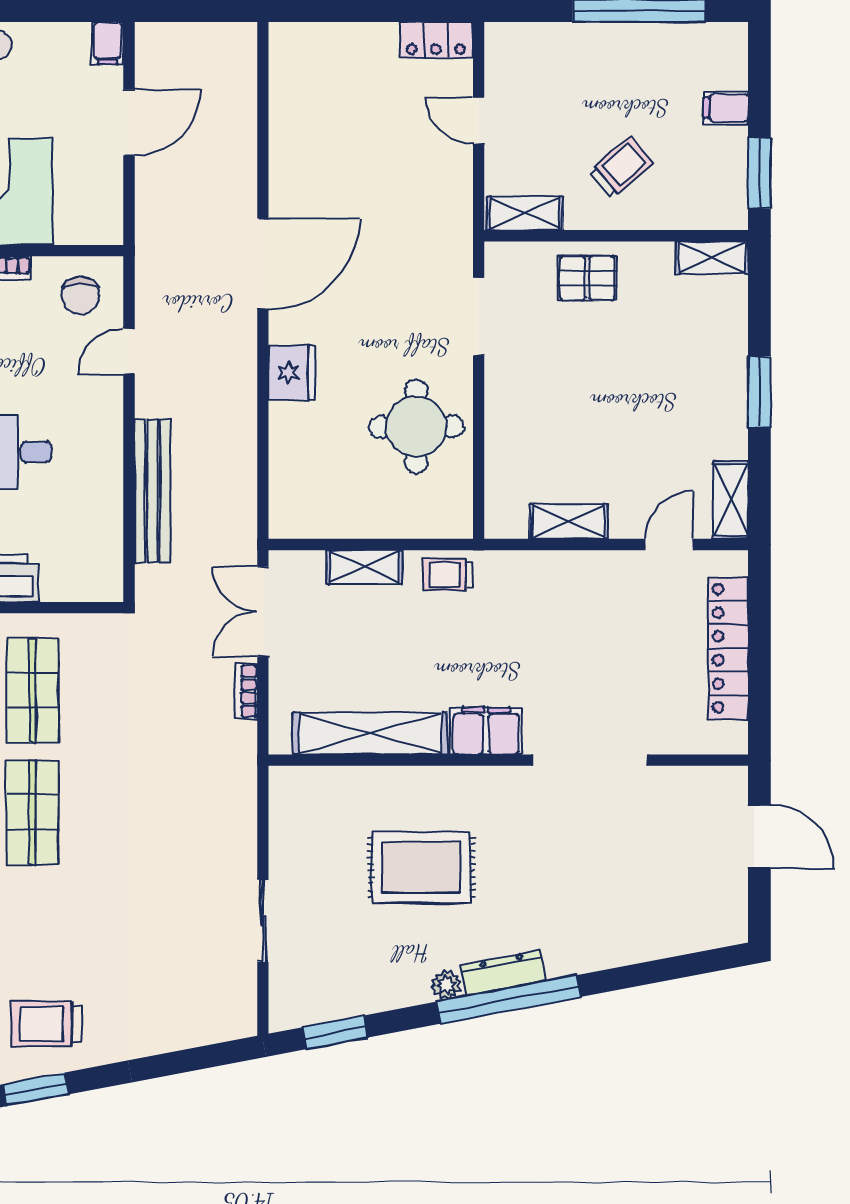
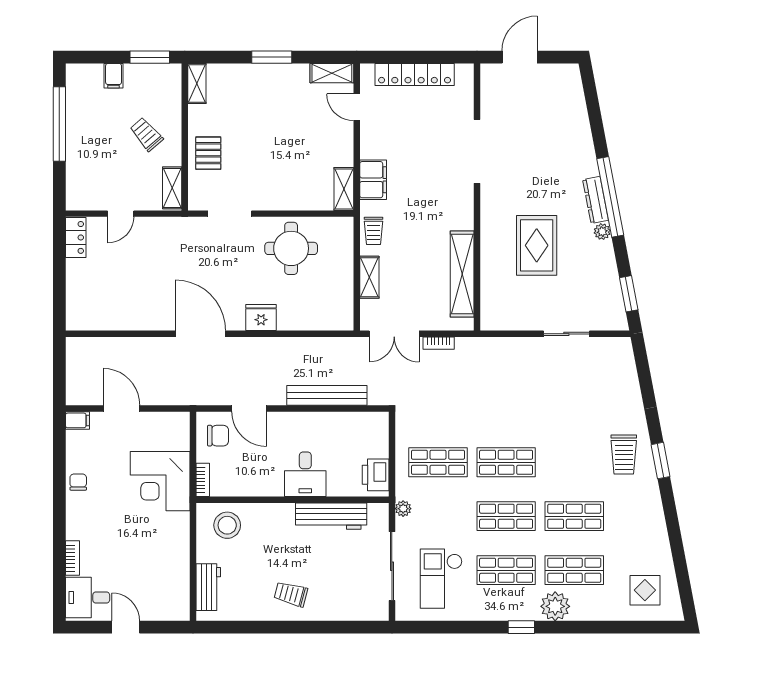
door: (129, 351) -> (249, 408), width x1.38
shelving: (569, 521) -> (344, 189), moved
filing cabinet: (486, 731) -> (373, 180), moved, turned 180

